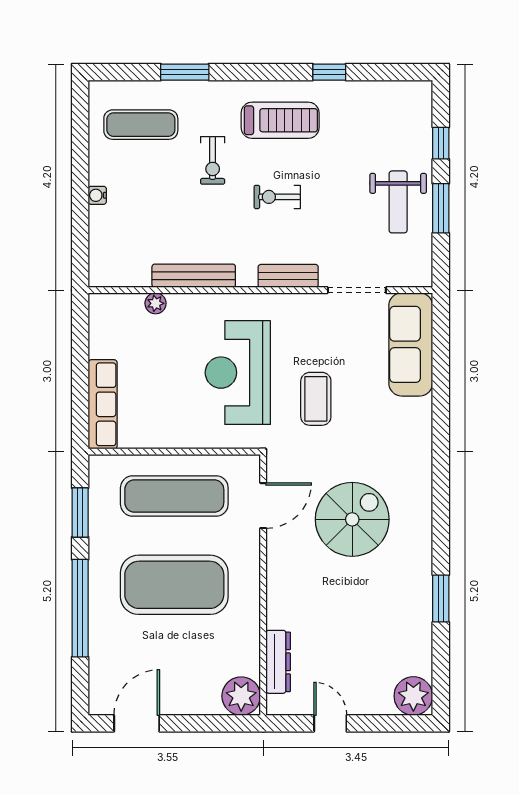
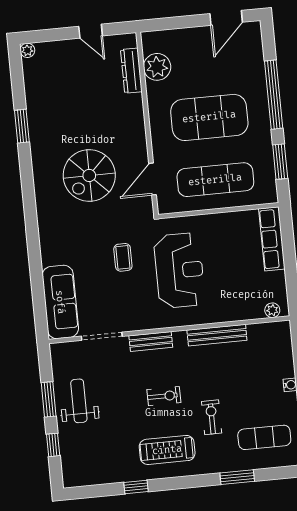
plant: (156, 303) -> (272, 310), moved
coffee table: (316, 399) -> (123, 257), width x0.73, depth x0.77
plant: (241, 696) -> (157, 67), moved
plant: (413, 696) -> (27, 50), width x0.53, depth x0.53

